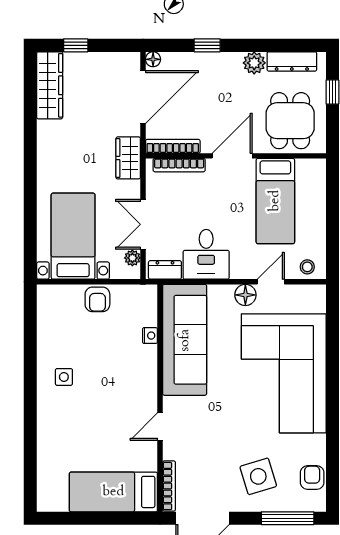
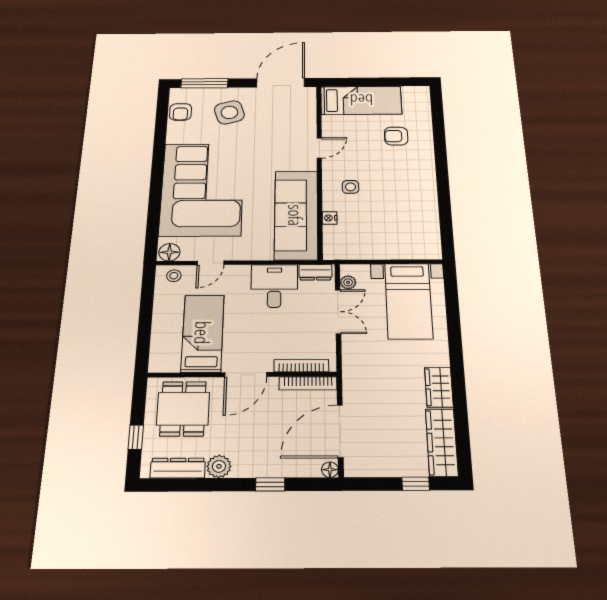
wardrobe: (128, 158) -> (439, 387), moved, turned 180
floor lamp: (245, 295) -> (169, 252), moved
armchair: (97, 299) -> (396, 136), moved, turned -90
side table: (64, 377) -> (350, 187), moved
bookcase: (169, 486) -> (311, 105), removed

